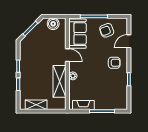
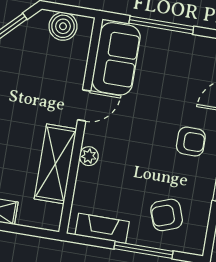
armchair: (107, 30) -> (167, 215), moved
door: (67, 55) -> (84, 105), hinge flipped

